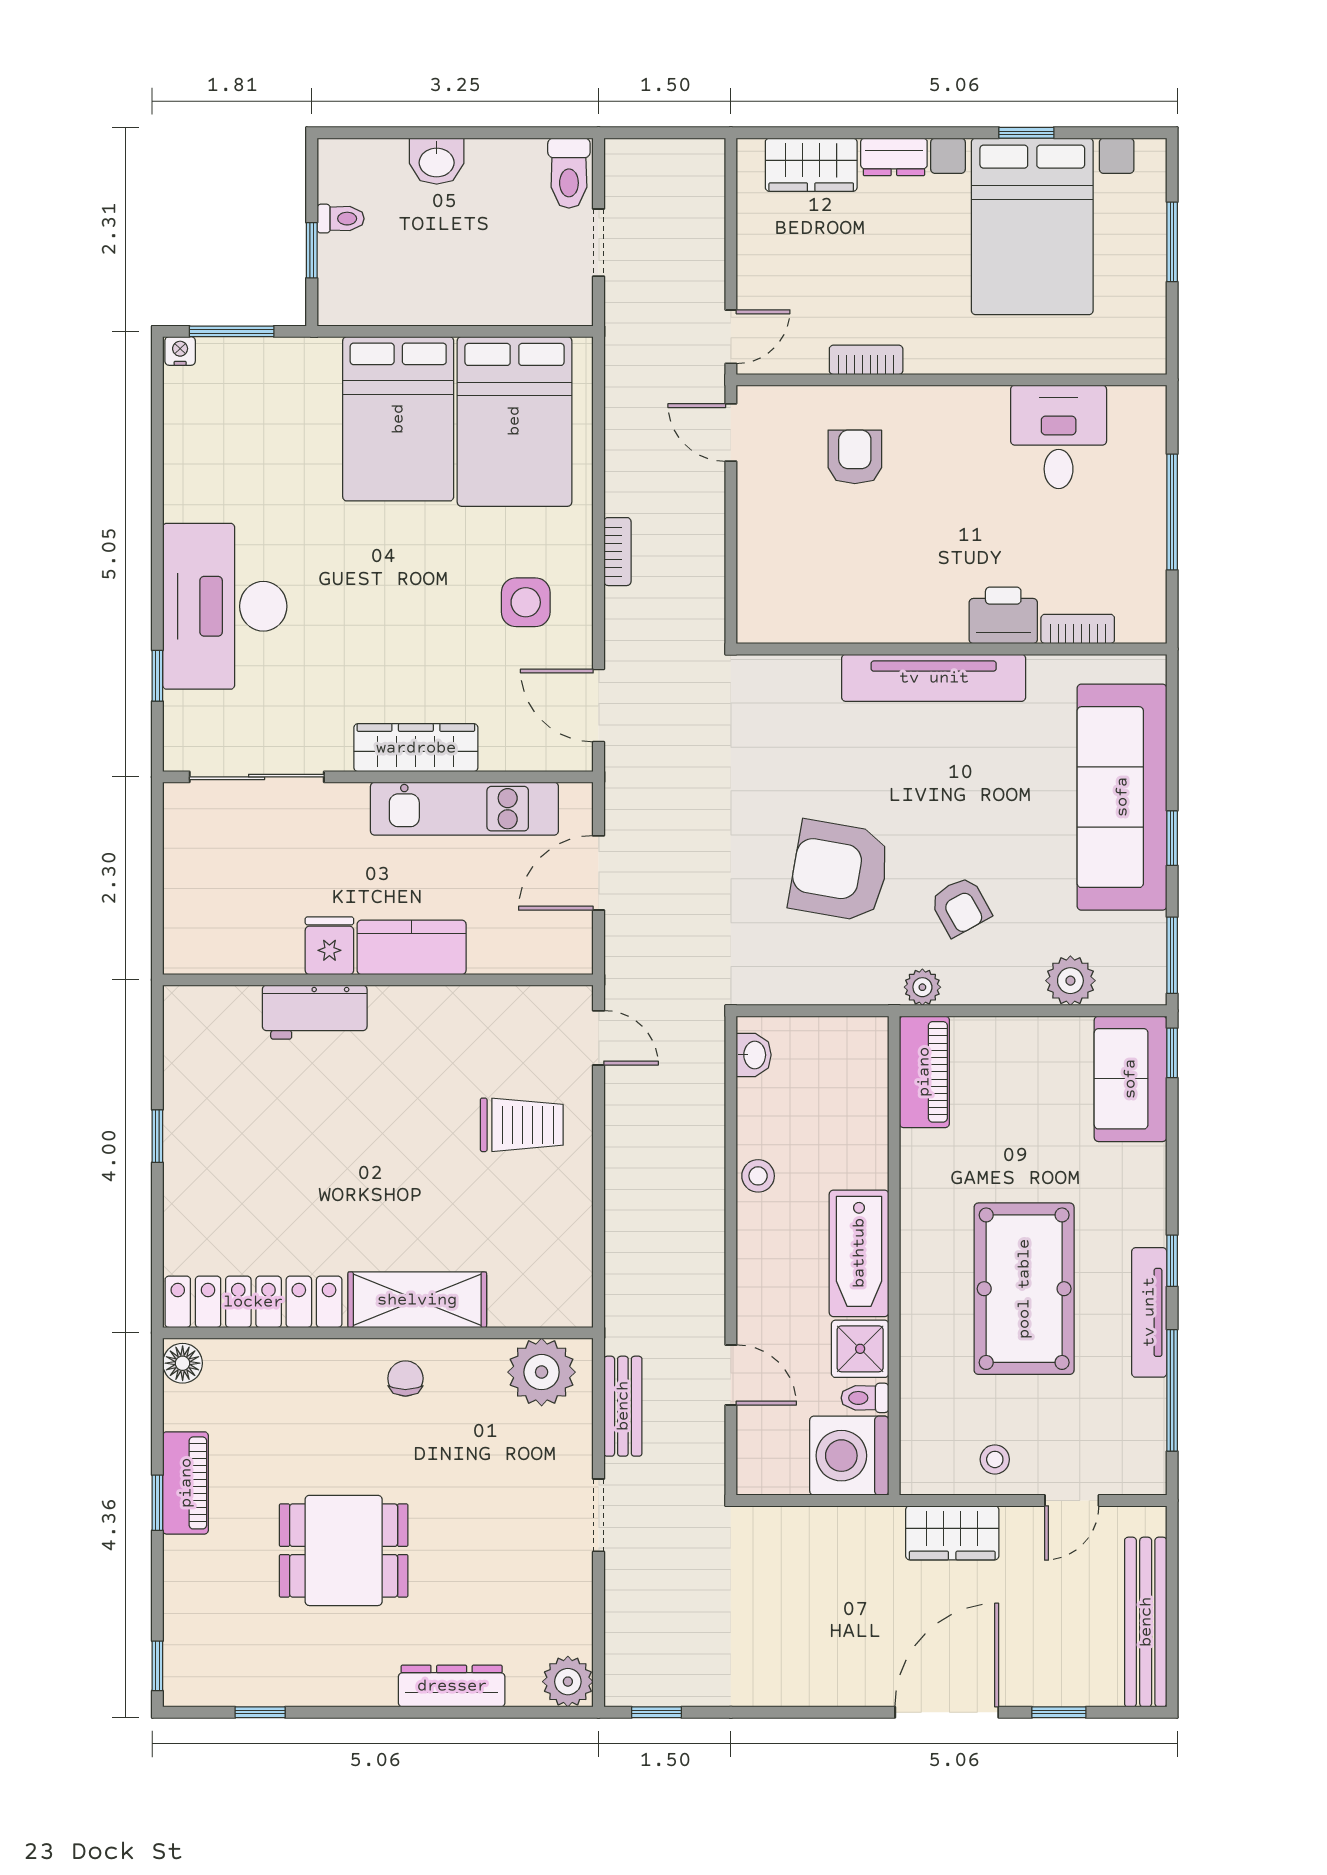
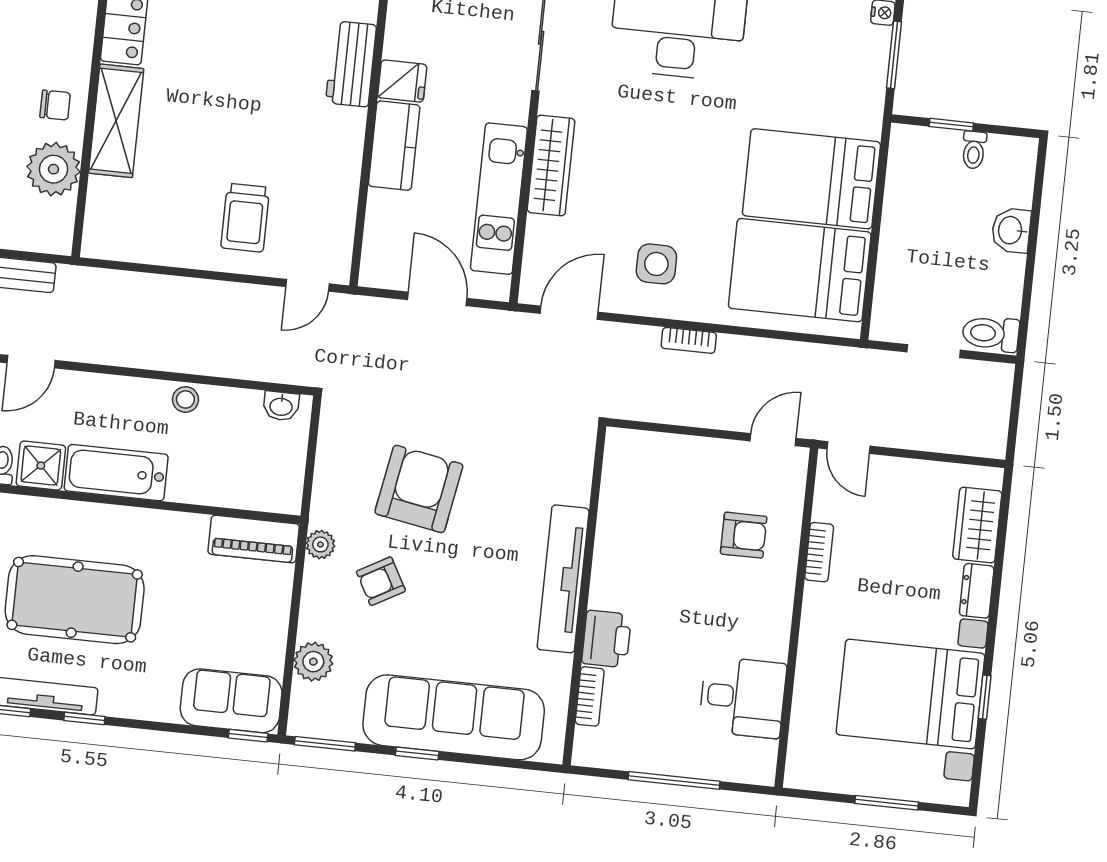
plant: (542, 1372) -> (53, 169), moved

